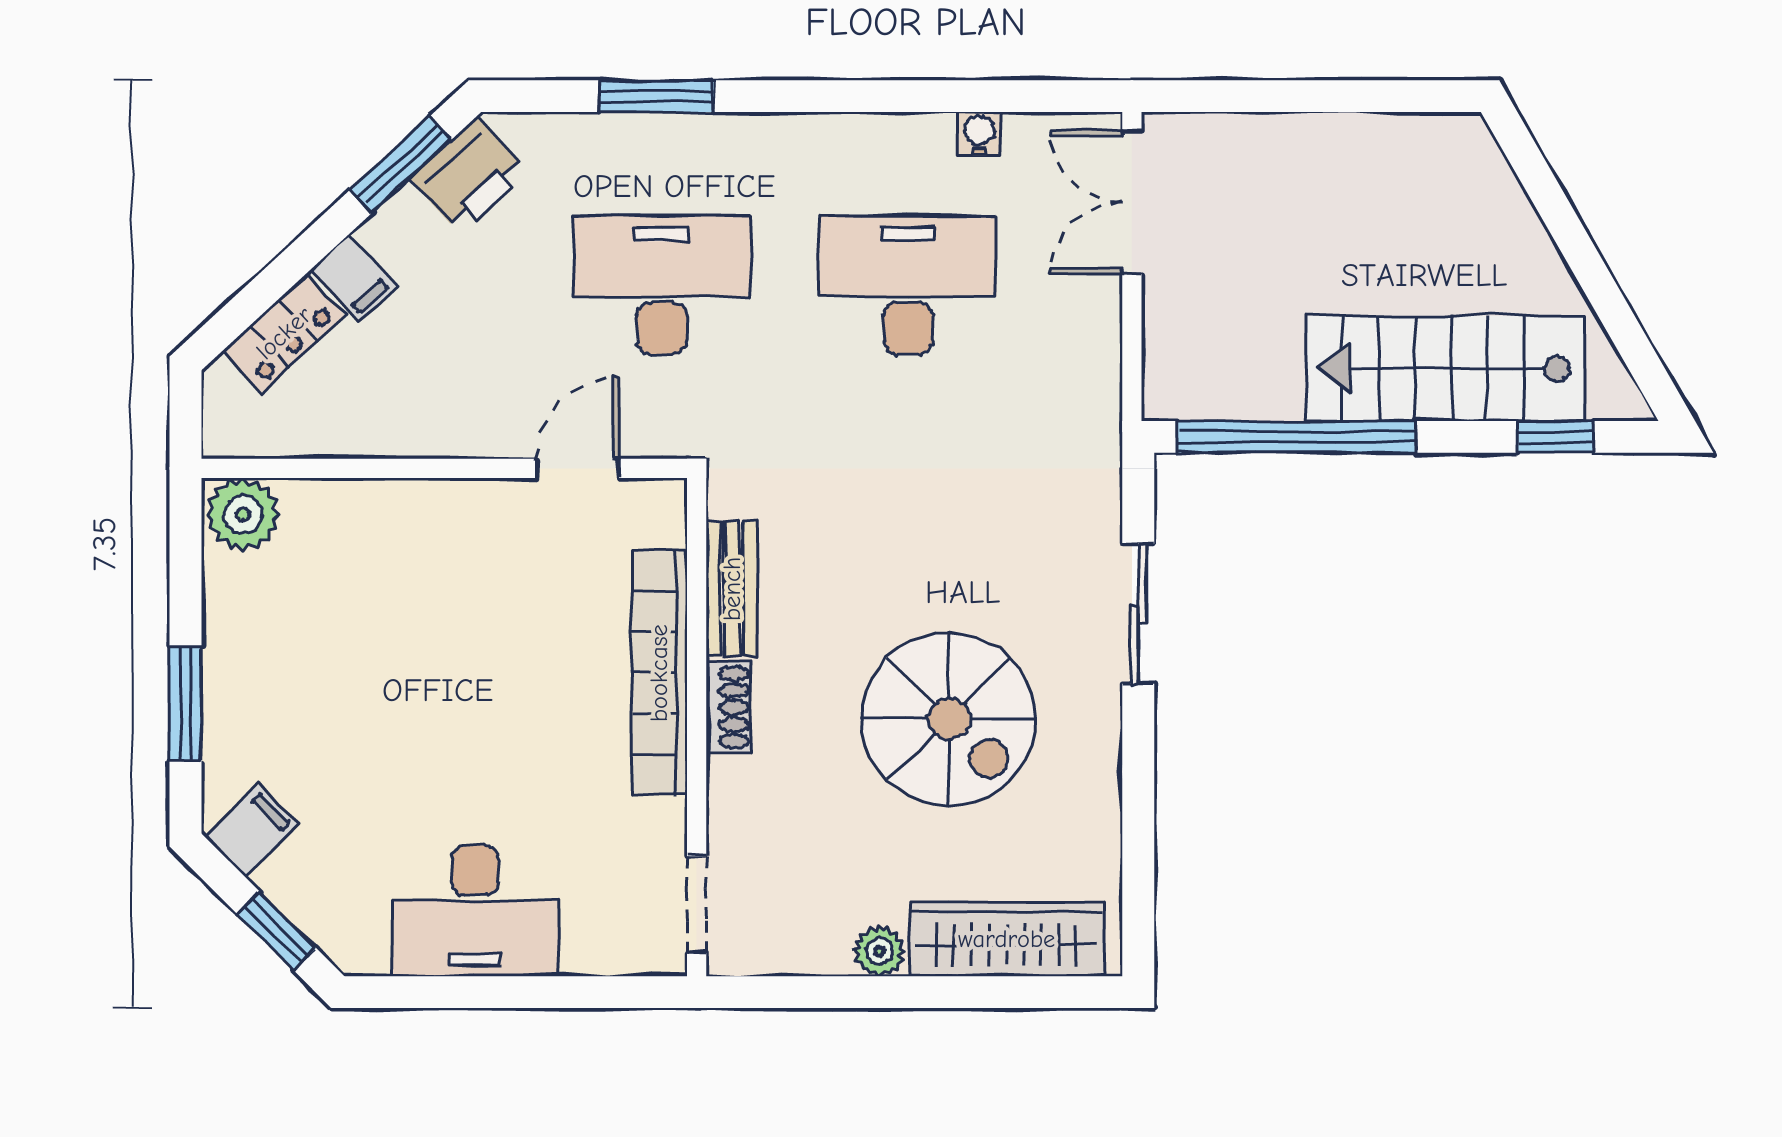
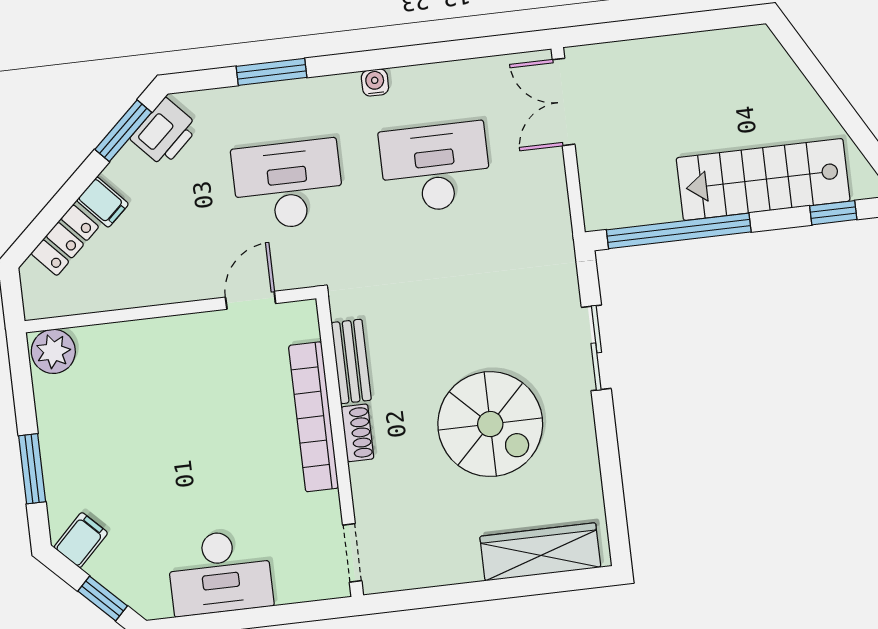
water cooler: (979, 134) -> (375, 82), moved
plant: (879, 951) -> (465, 568), removed

